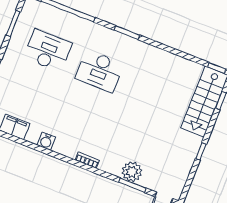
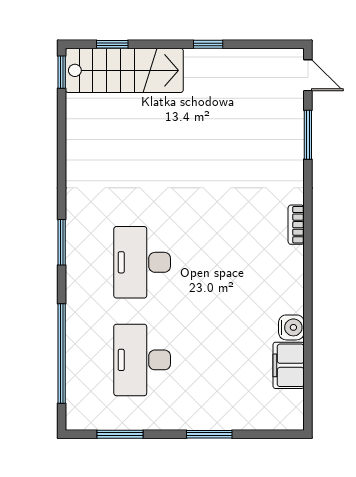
desk: (99, 71) -> (142, 262), turned 180
water cooler: (46, 141) -> (291, 327), moved
plant: (132, 172) -> (286, 144), removed

